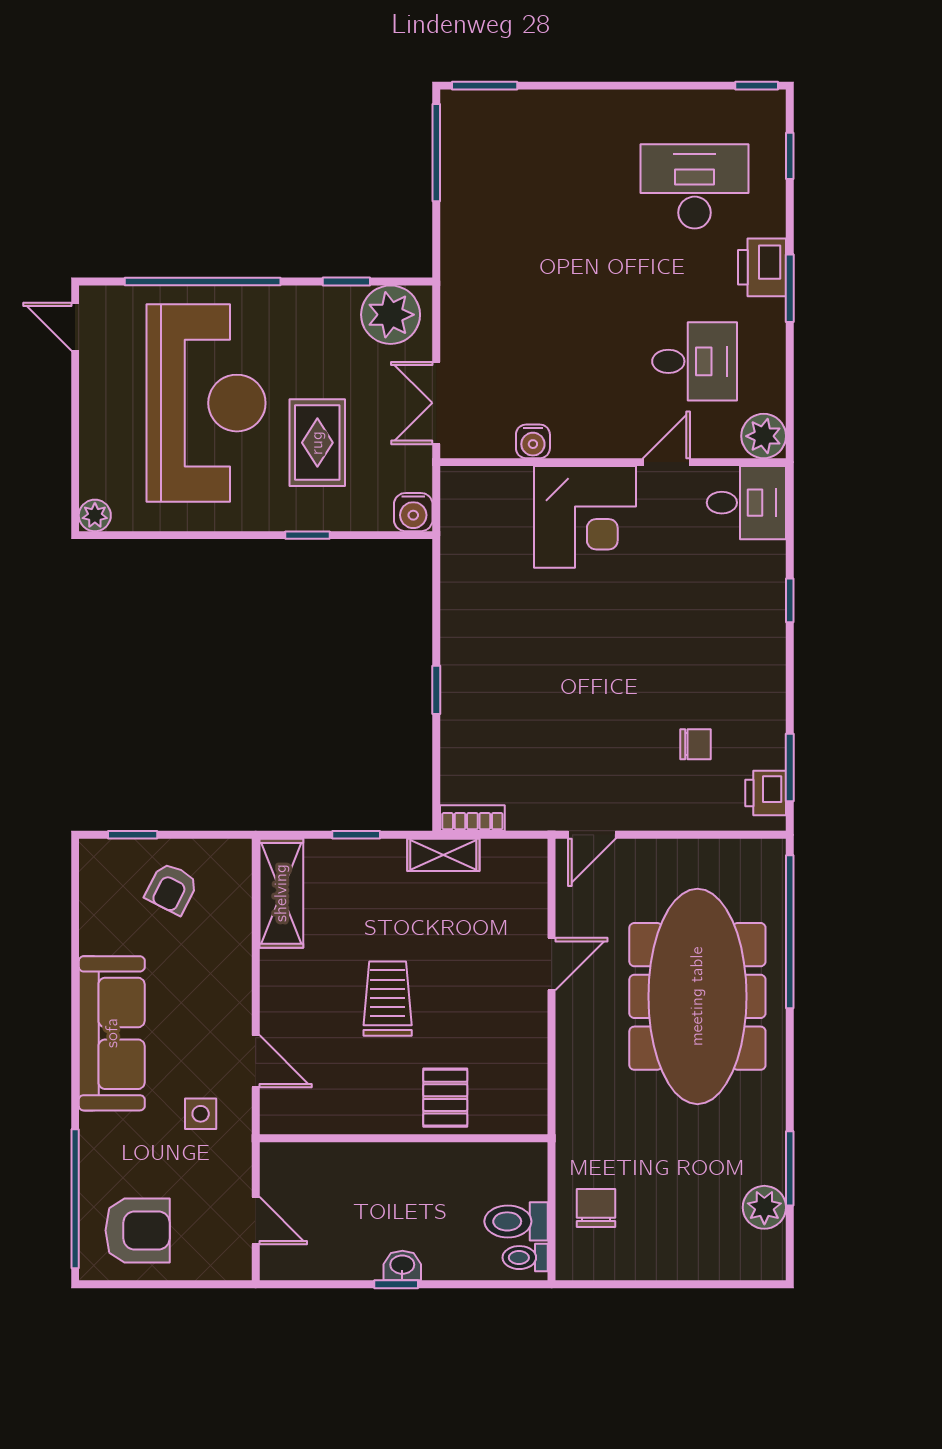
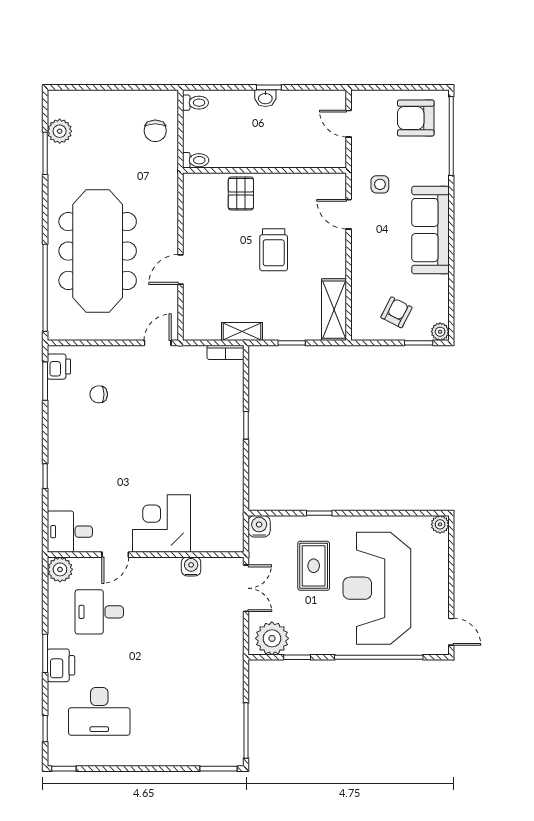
plant: (95, 854) -> (440, 332), added
toilet: (516, 1221) -> (196, 160), moved, width x0.73, depth x0.72

